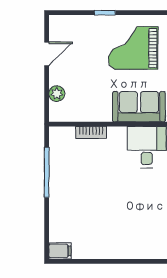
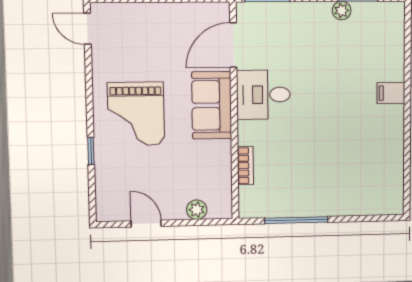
filing cabinet: (60, 251) -> (391, 93), moved, turned -90

